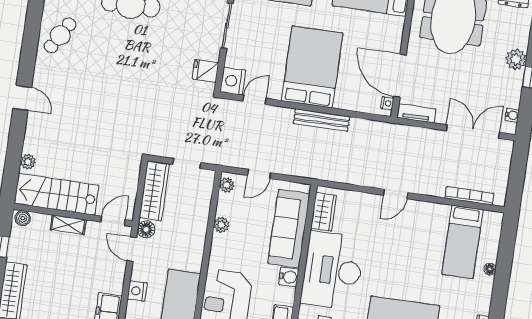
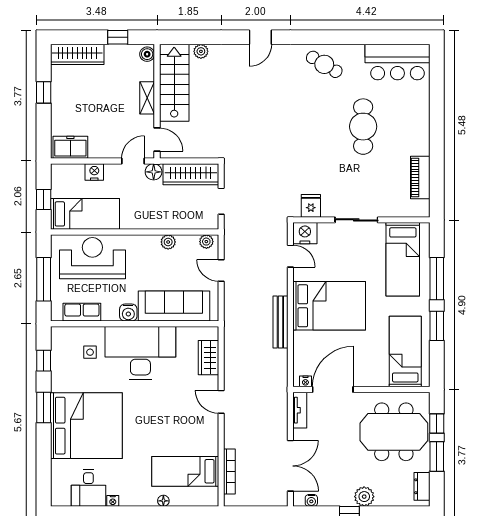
wardrobe: (324, 212) -> (208, 358), moved, turned 90

